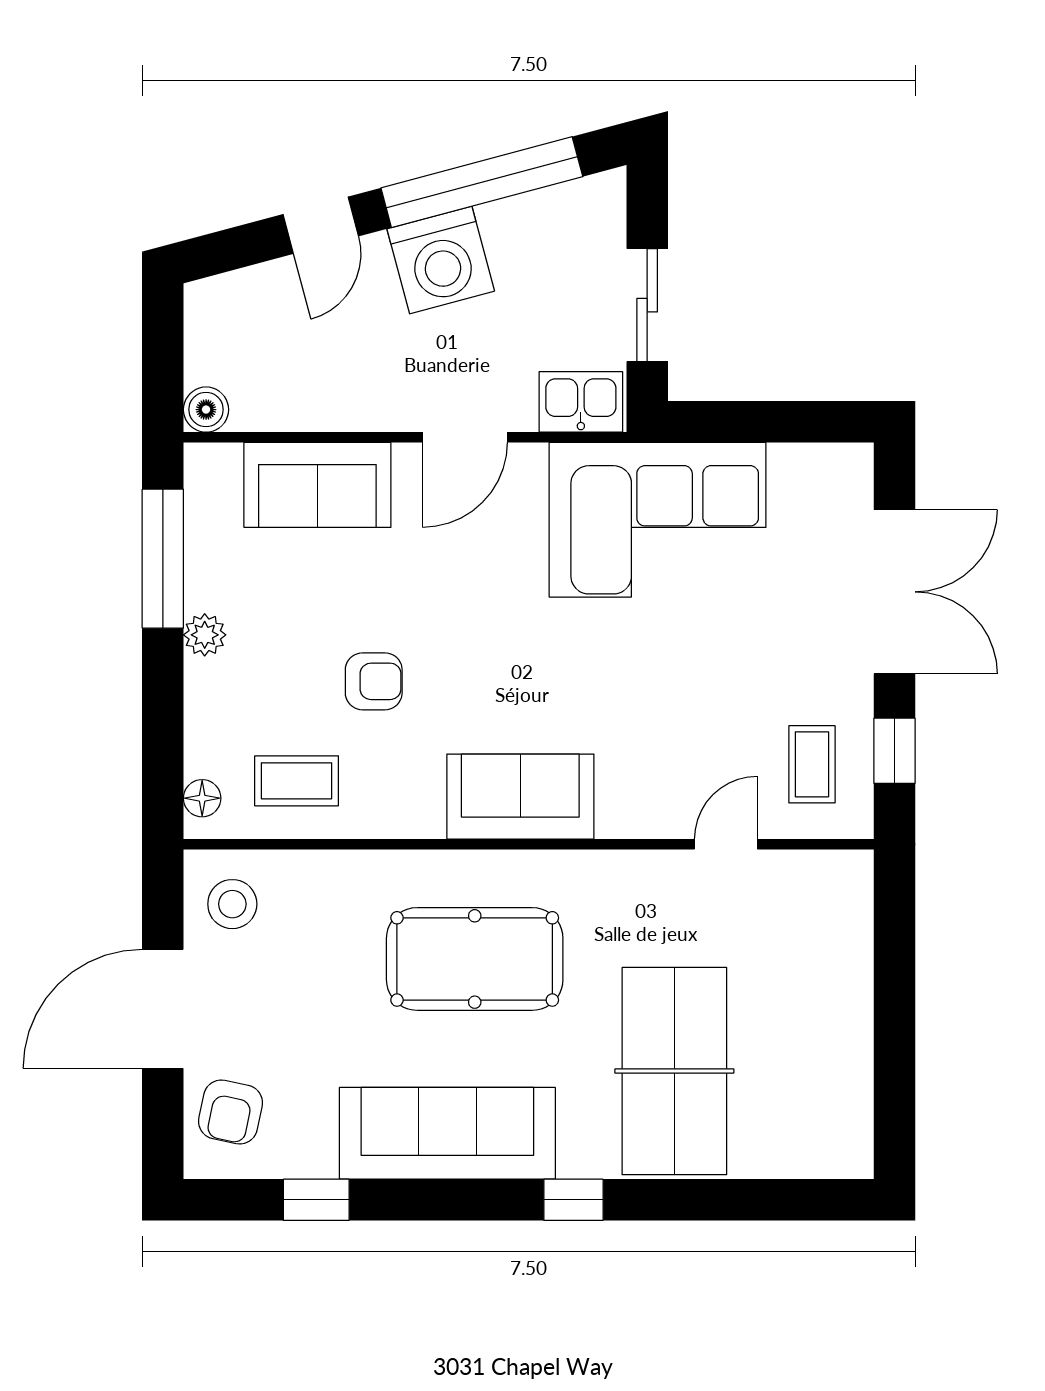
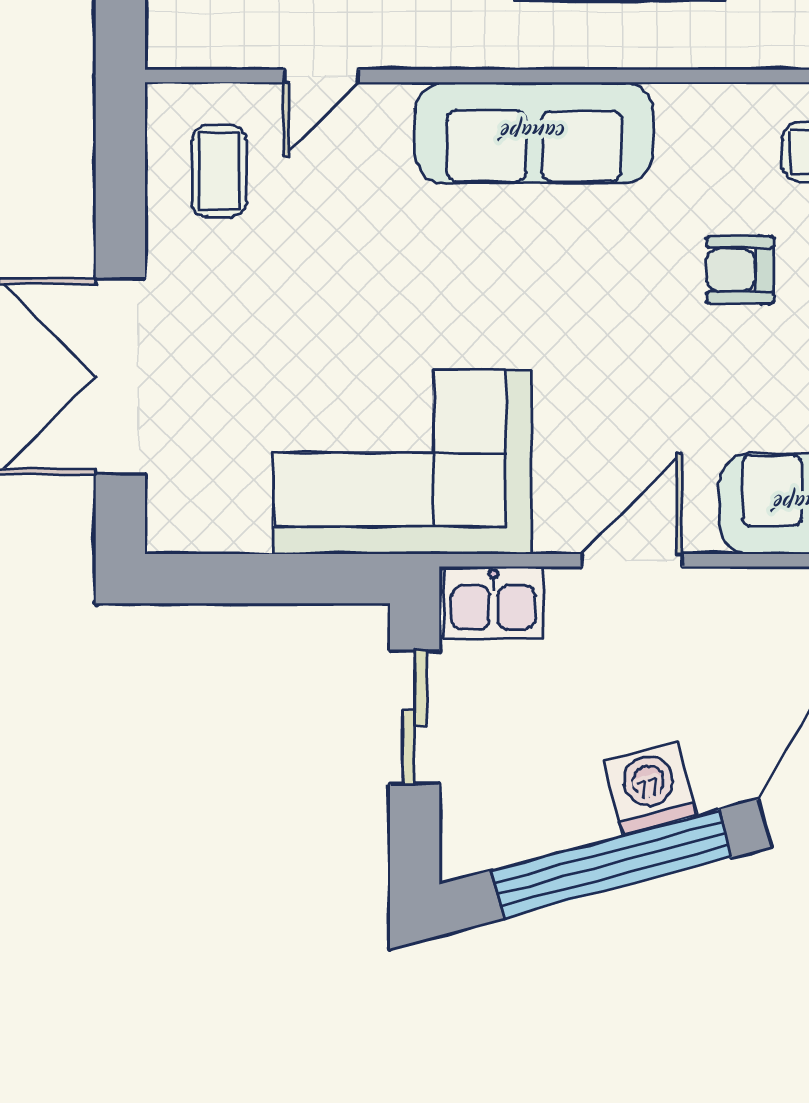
washing machine: (441, 260) -> (650, 789), width x0.73, depth x0.73
window: (894, 751) -> (120, 187), removed
sofa: (520, 797) -> (534, 133), width x1.36

